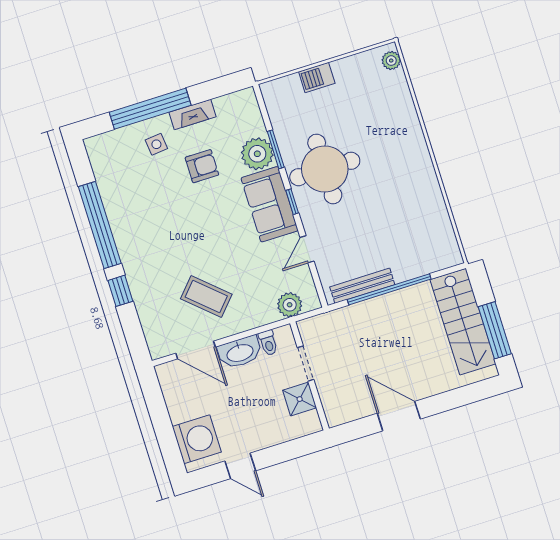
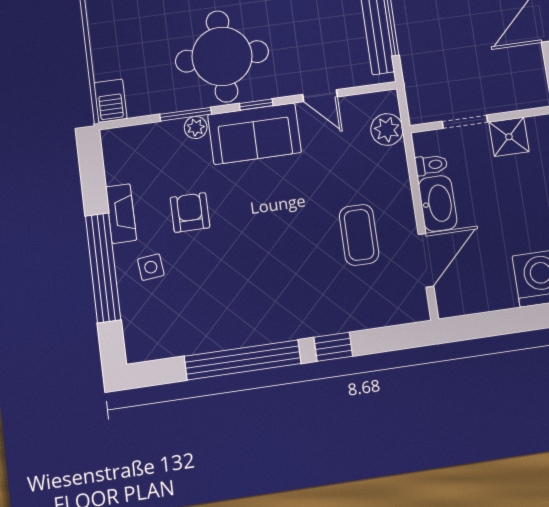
barbecue: (317, 77) -> (110, 101), moved
plant: (257, 154) -> (196, 127), width x0.53, depth x0.53
coffee table: (206, 296) -> (359, 235), turned -42

